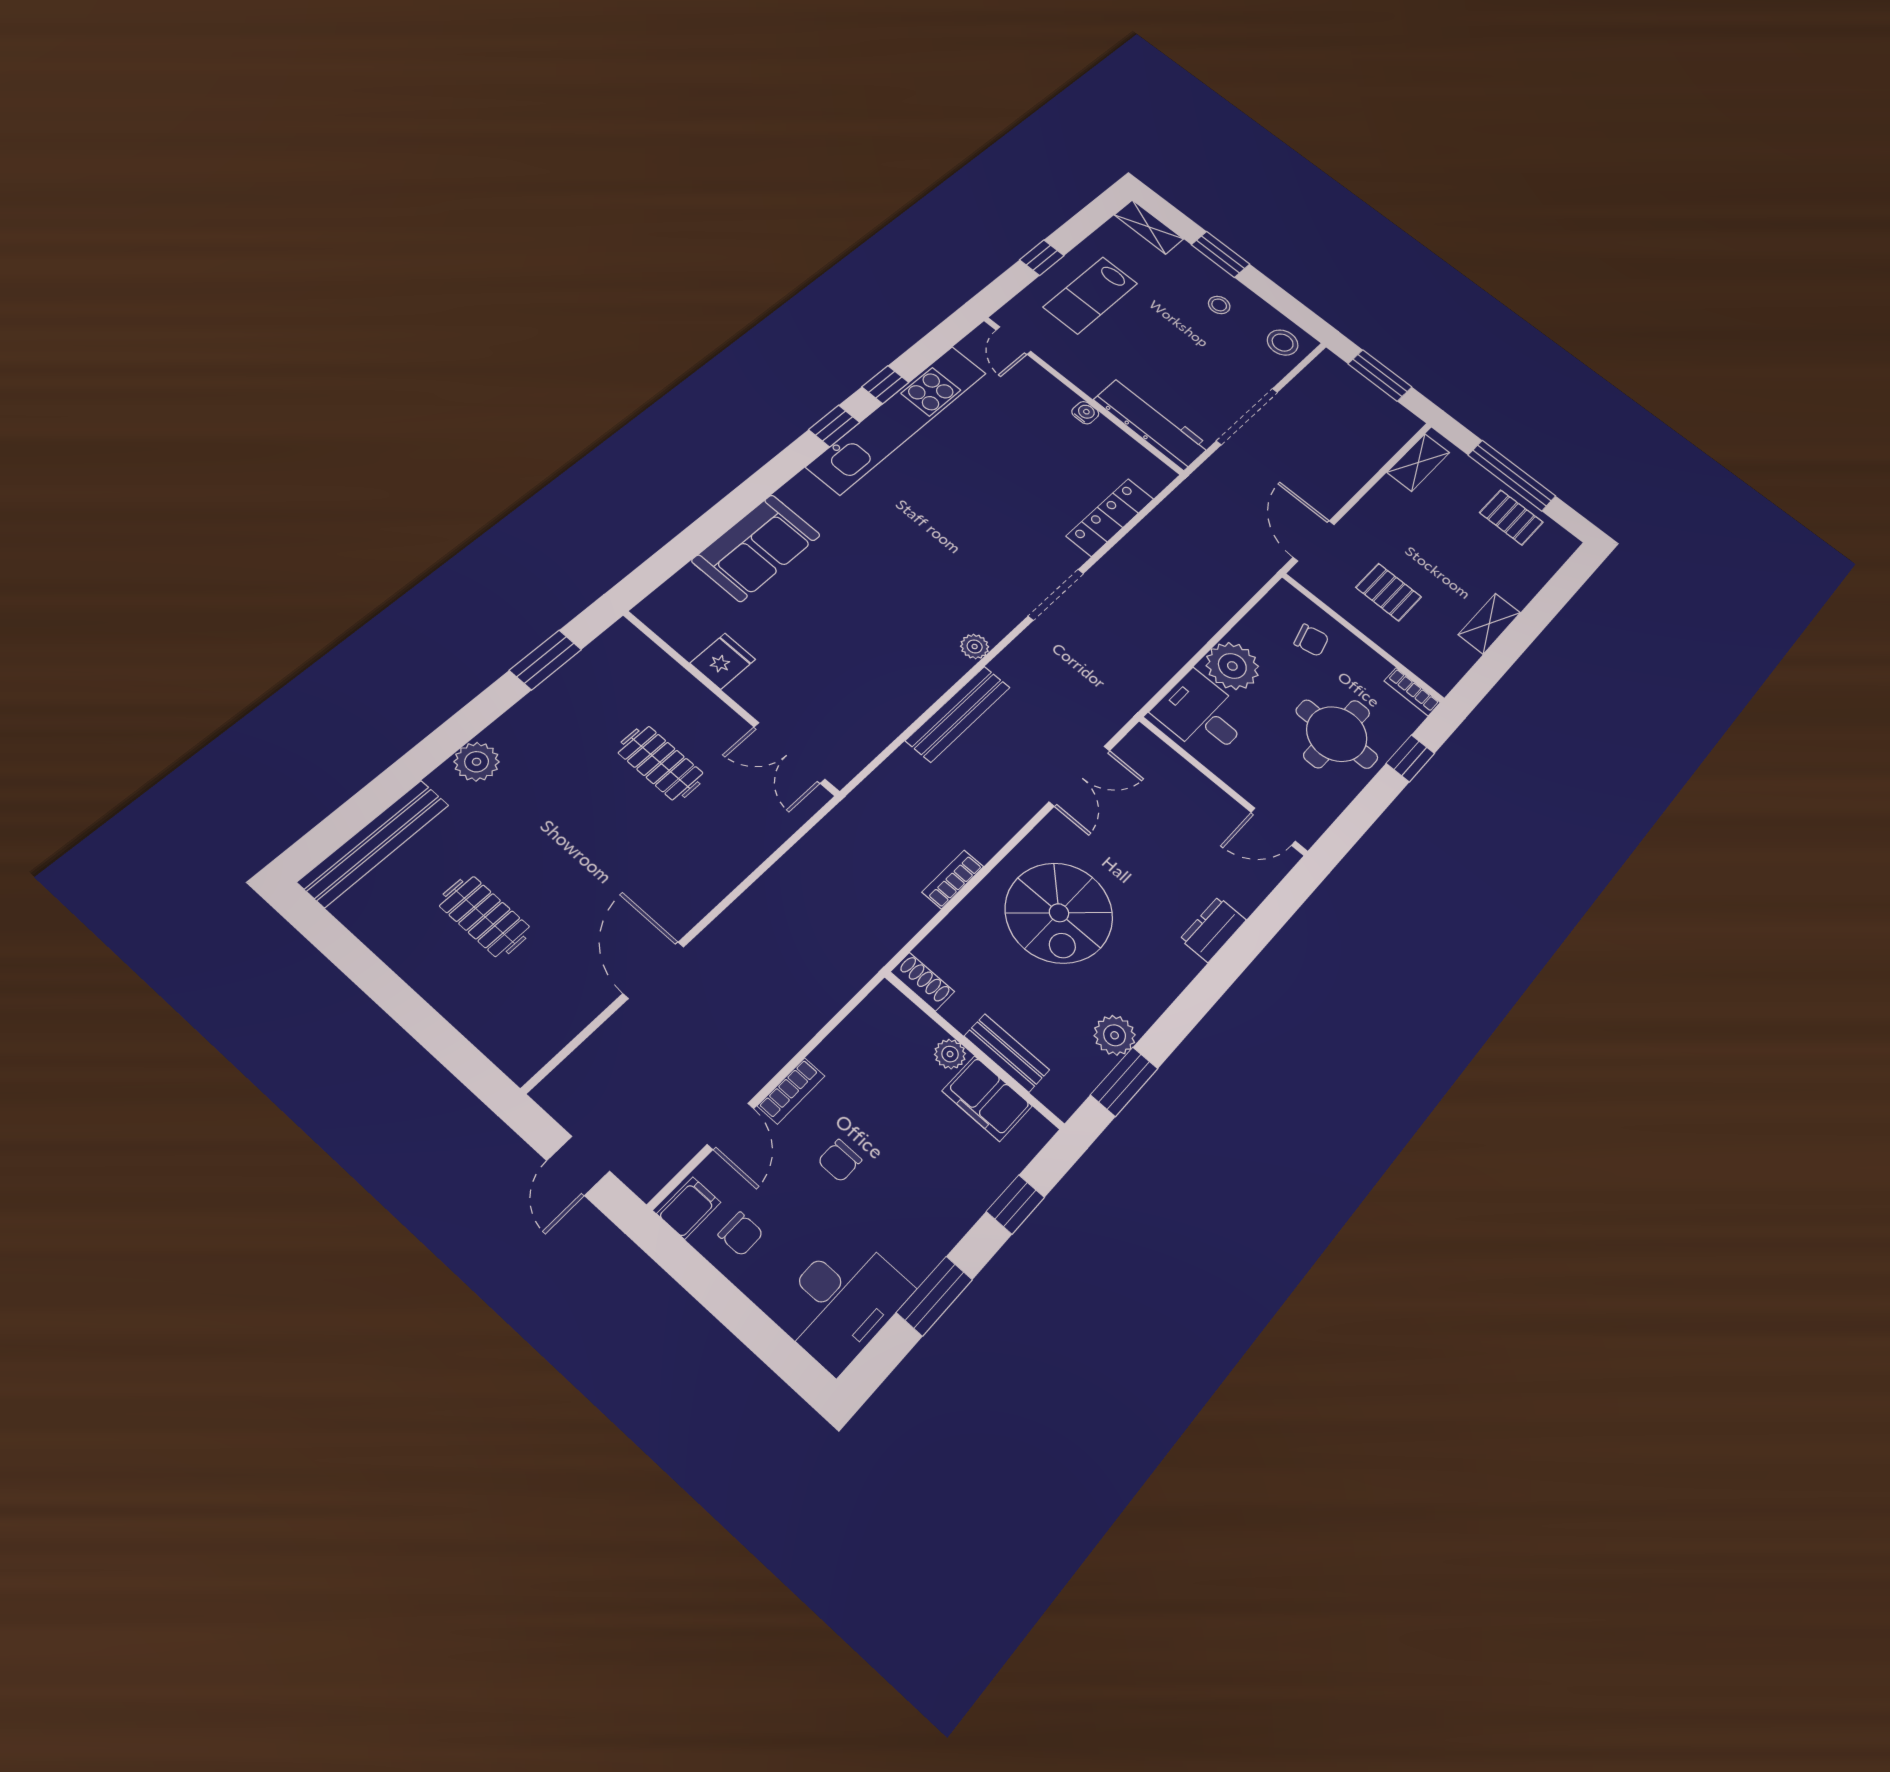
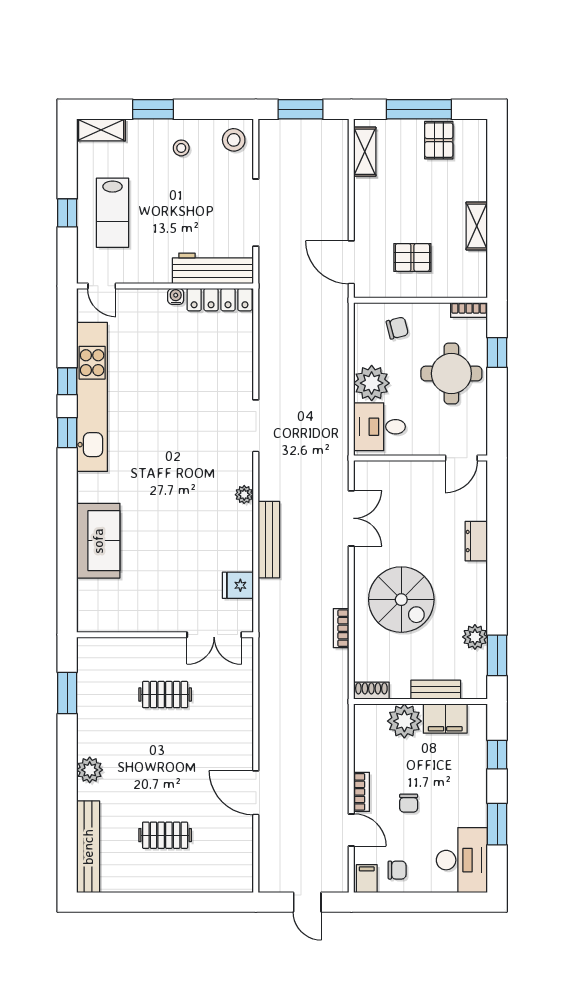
locker: (1110, 517) -> (220, 300), moved, turned -90
pallet: (1511, 517) -> (439, 140), turned 90
fridge: (723, 661) -> (238, 585), moved, turned -90
plant: (950, 1054) -> (404, 721), width x1.88, depth x1.88

